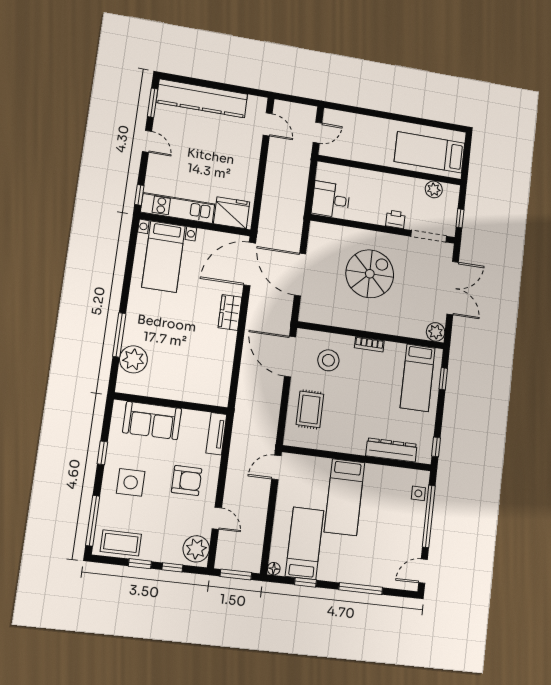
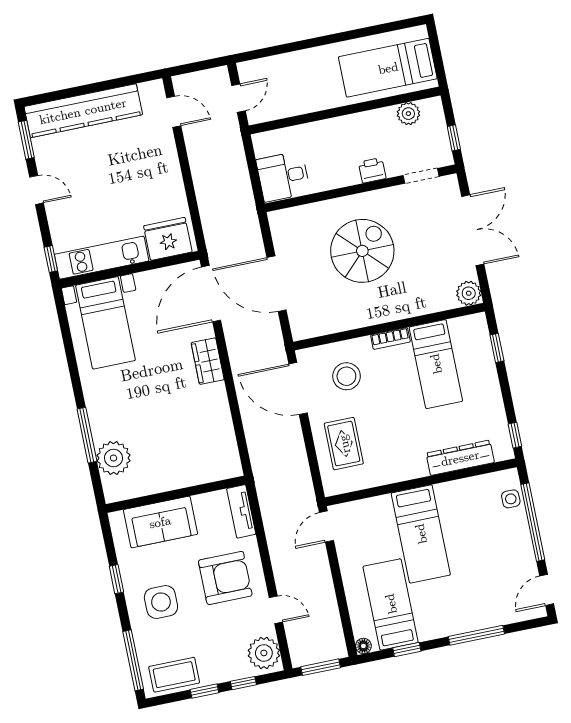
doorway: (429, 236) -> (421, 176), width x0.73
bed: (418, 378) -> (436, 364), moved
armchair: (187, 481) -> (225, 578), width x1.36, depth x1.36

